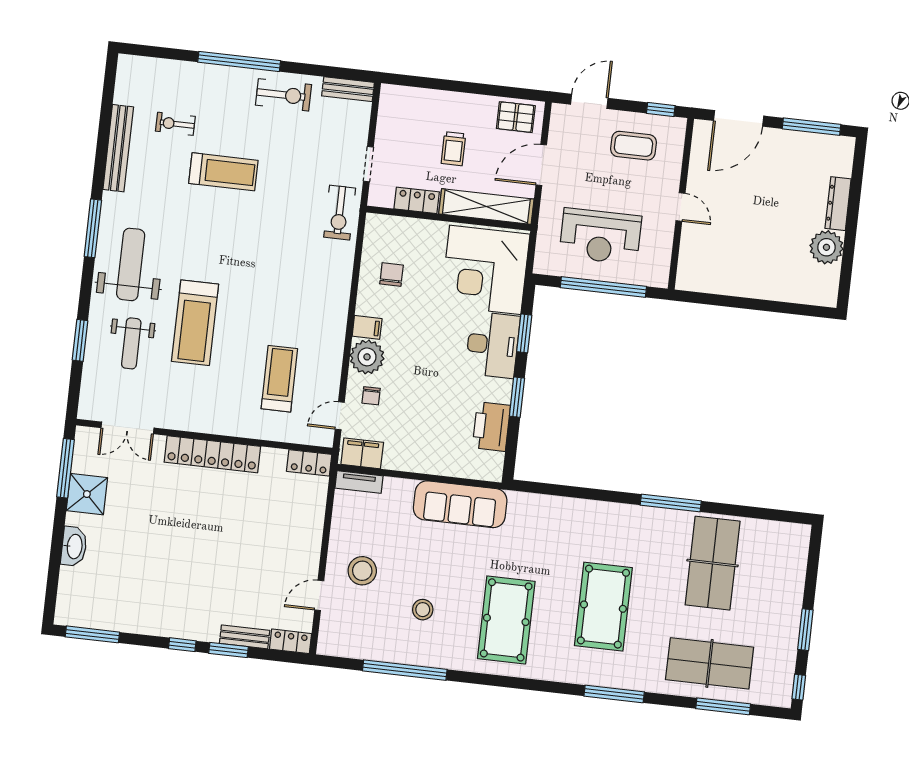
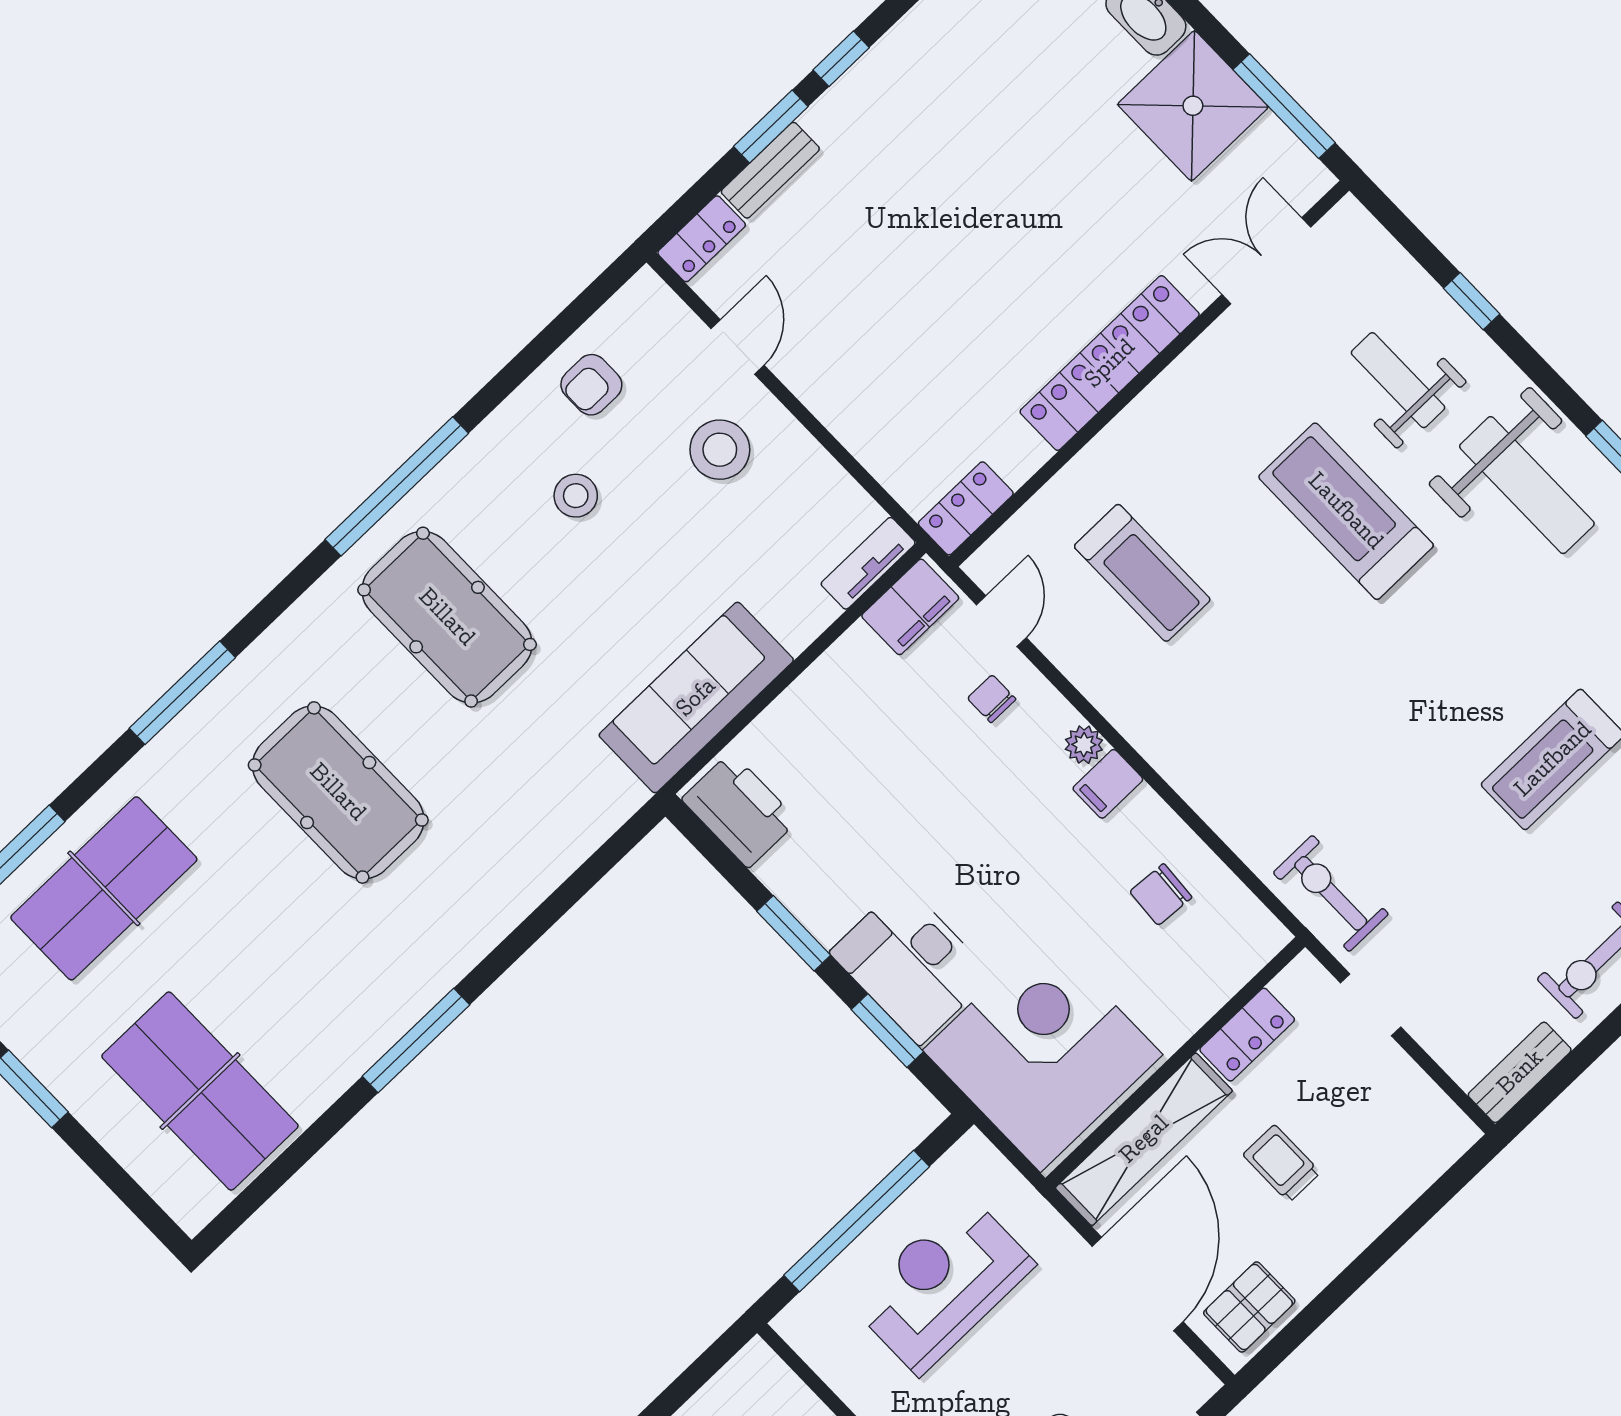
door: (541, 165) -> (1138, 1284), width x1.36
chair: (392, 274) -> (1161, 894), turned 94
window: (80, 340) -> (1472, 301), width x0.67
plant: (367, 357) -> (1084, 745), width x0.53, depth x0.53
printer: (491, 427) -> (740, 810), moved
shower: (87, 494) -> (1193, 106), width x1.37, depth x1.37
table tennis table: (713, 563) -> (200, 1091), moved
armchair: (377, 637) -> (591, 385), added
window: (405, 670) -> (397, 486), moved

